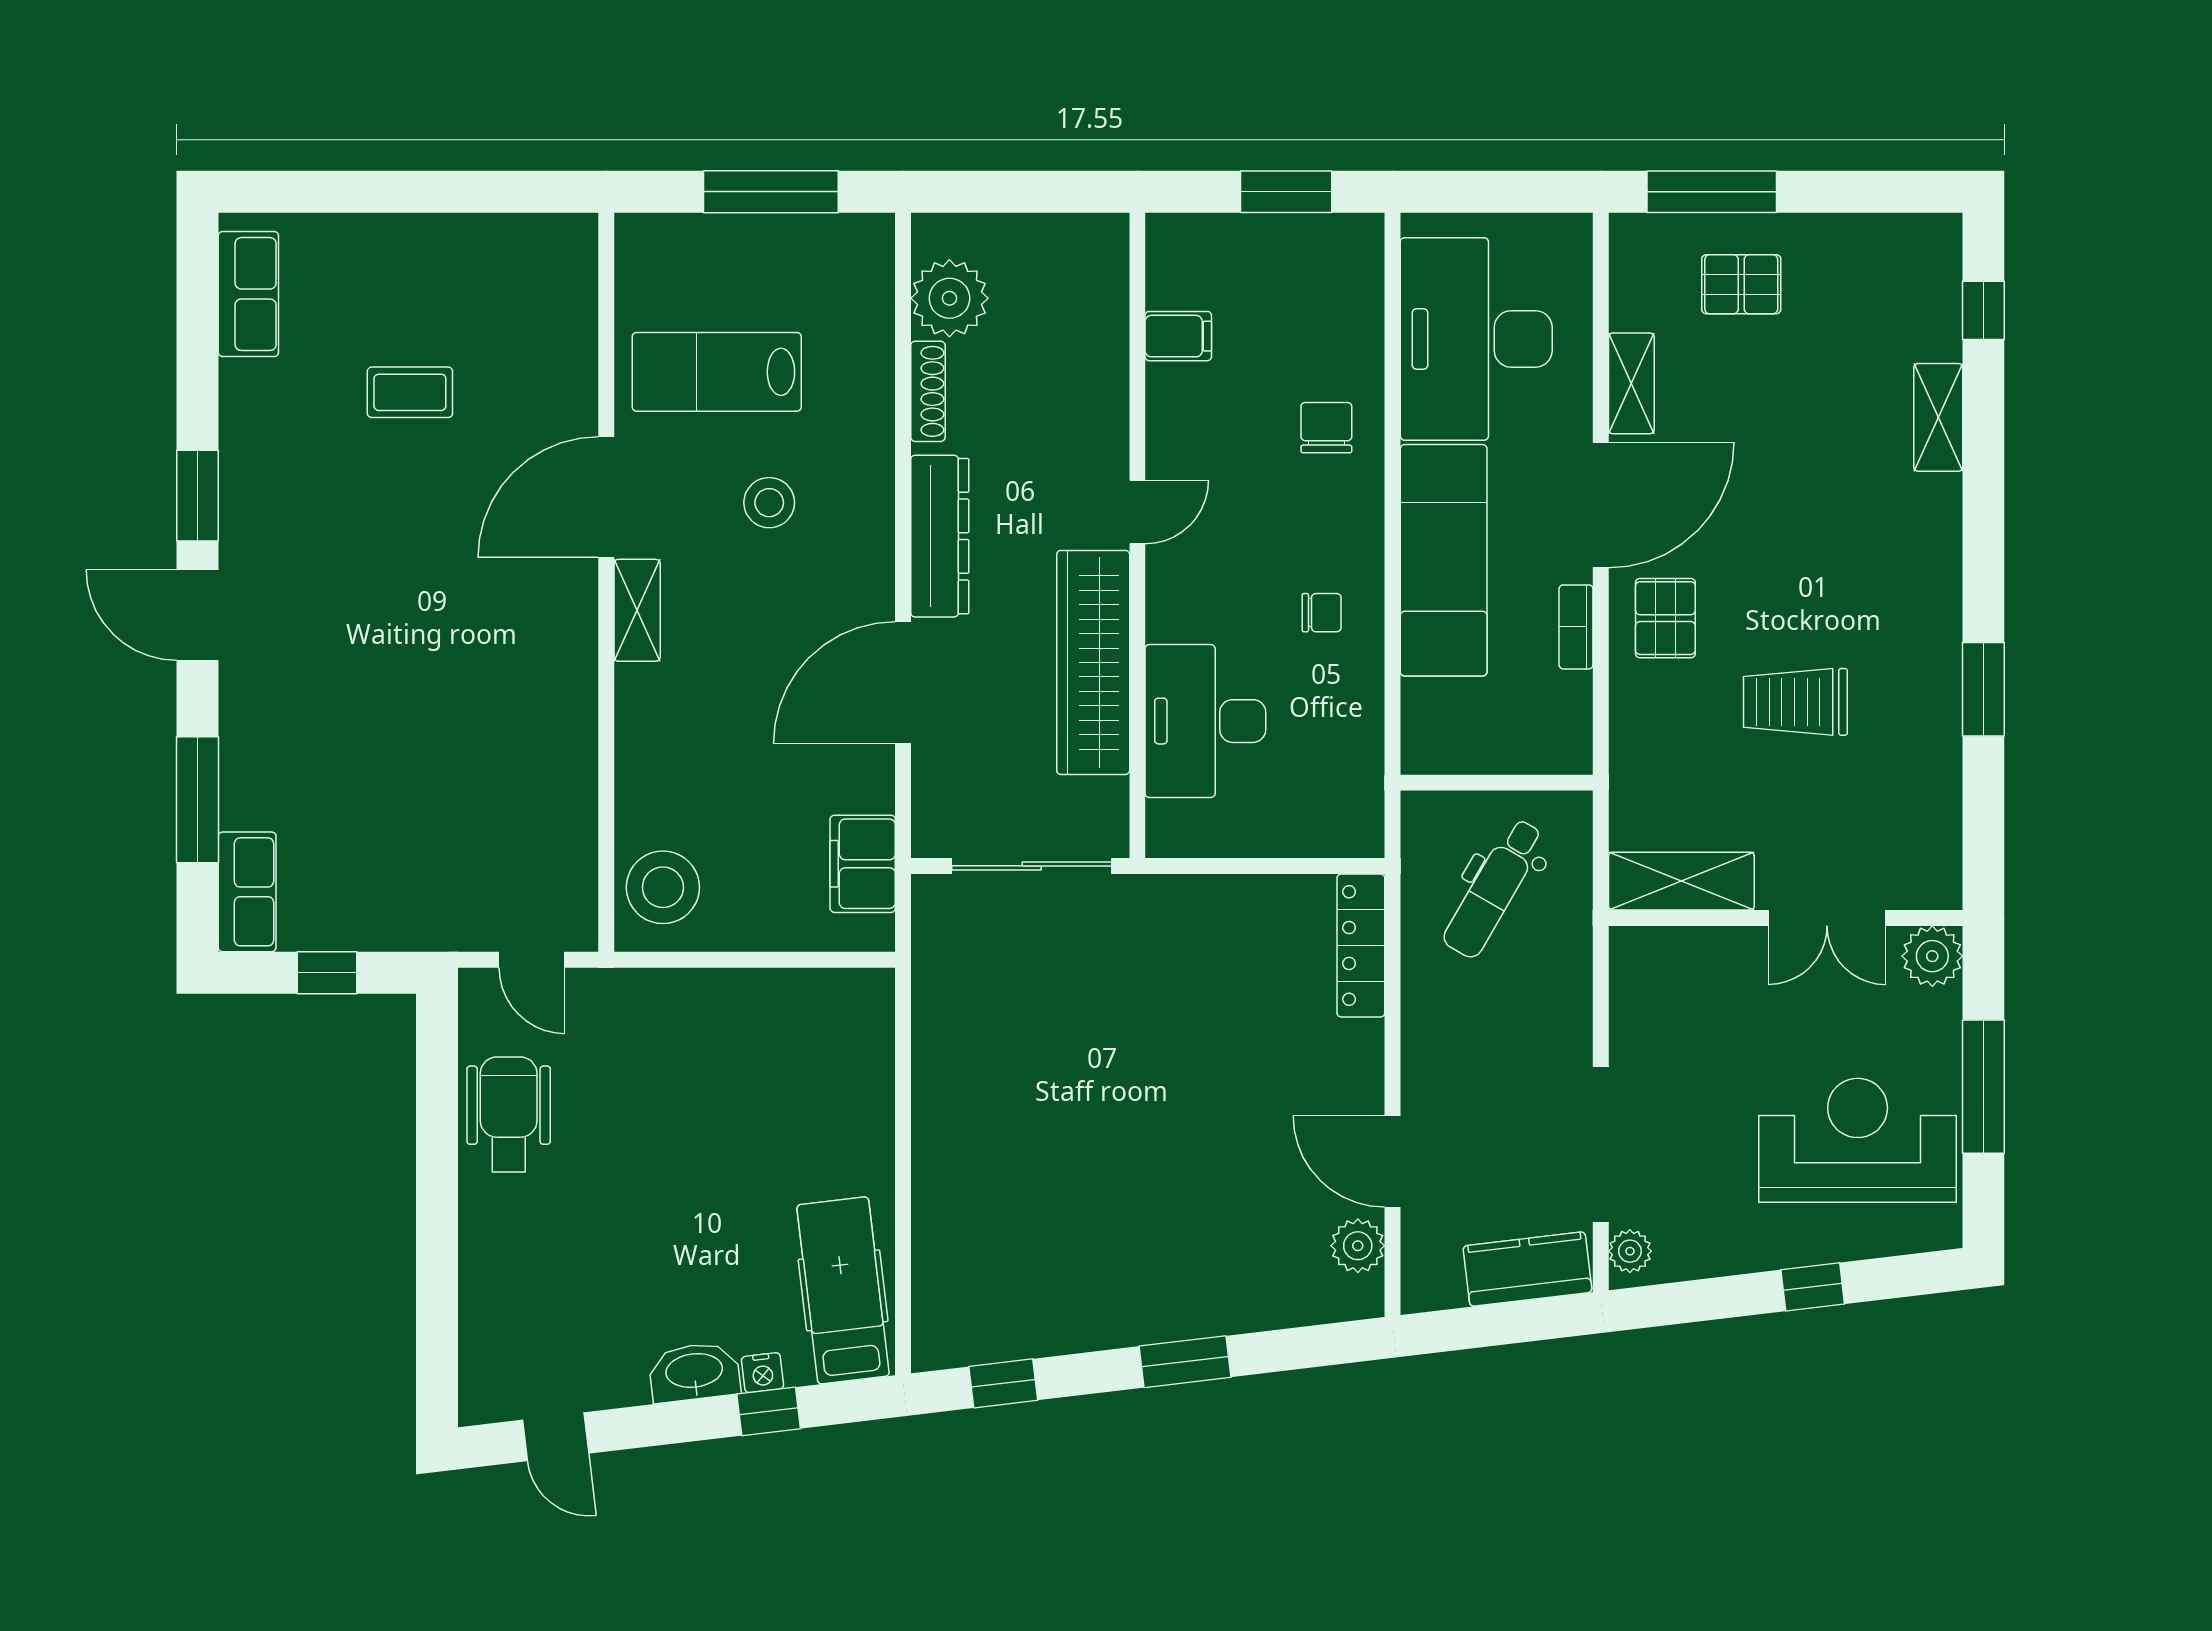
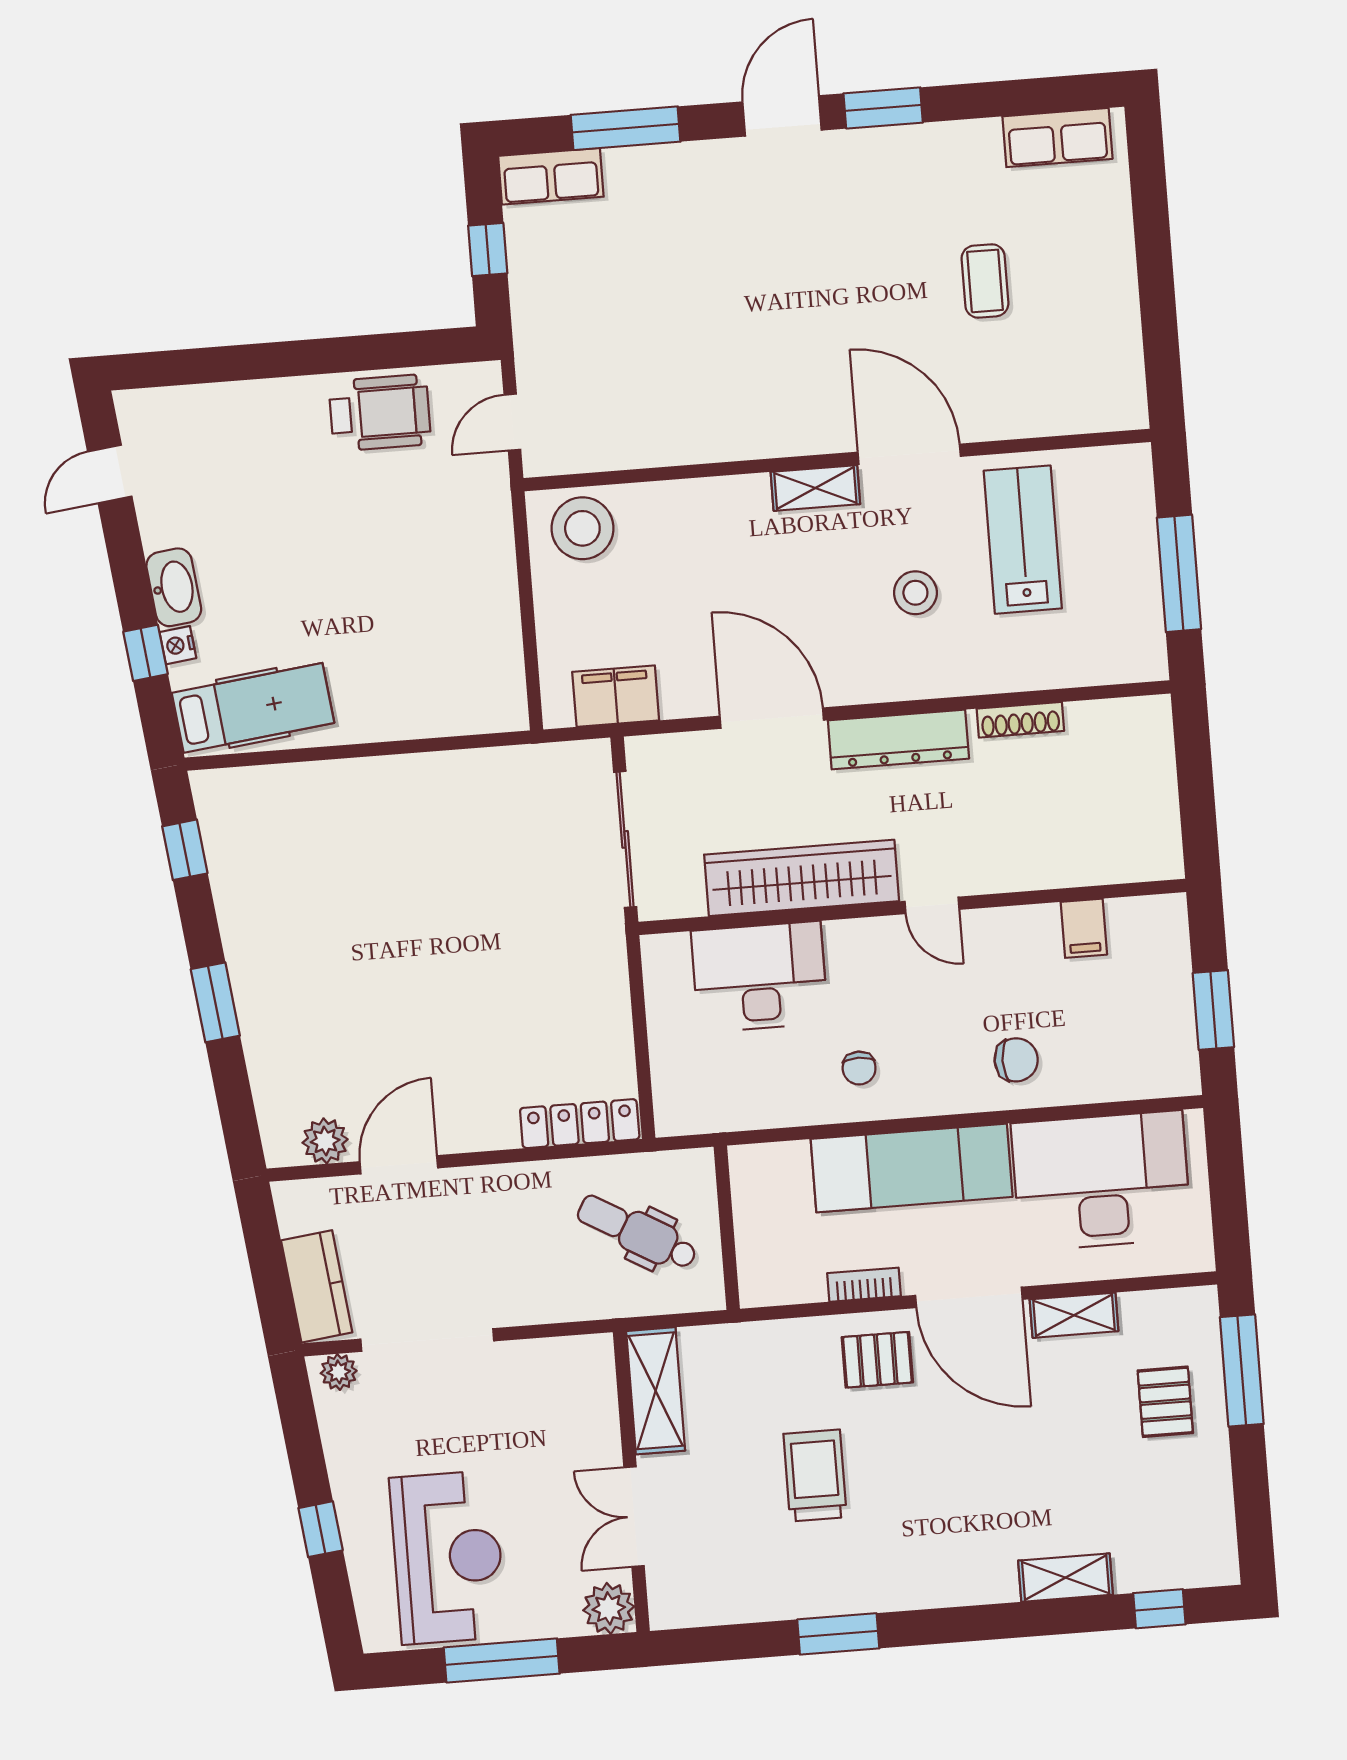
plant: (949, 298) -> (1101, 732), removed

